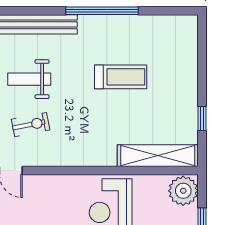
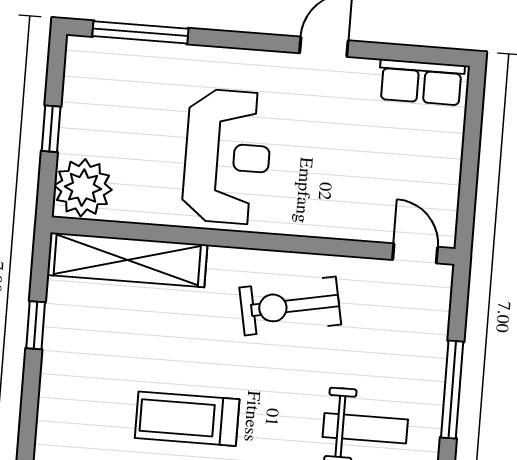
exercise bike: (31, 125) -> (290, 306), moved, width x1.38, depth x1.39

